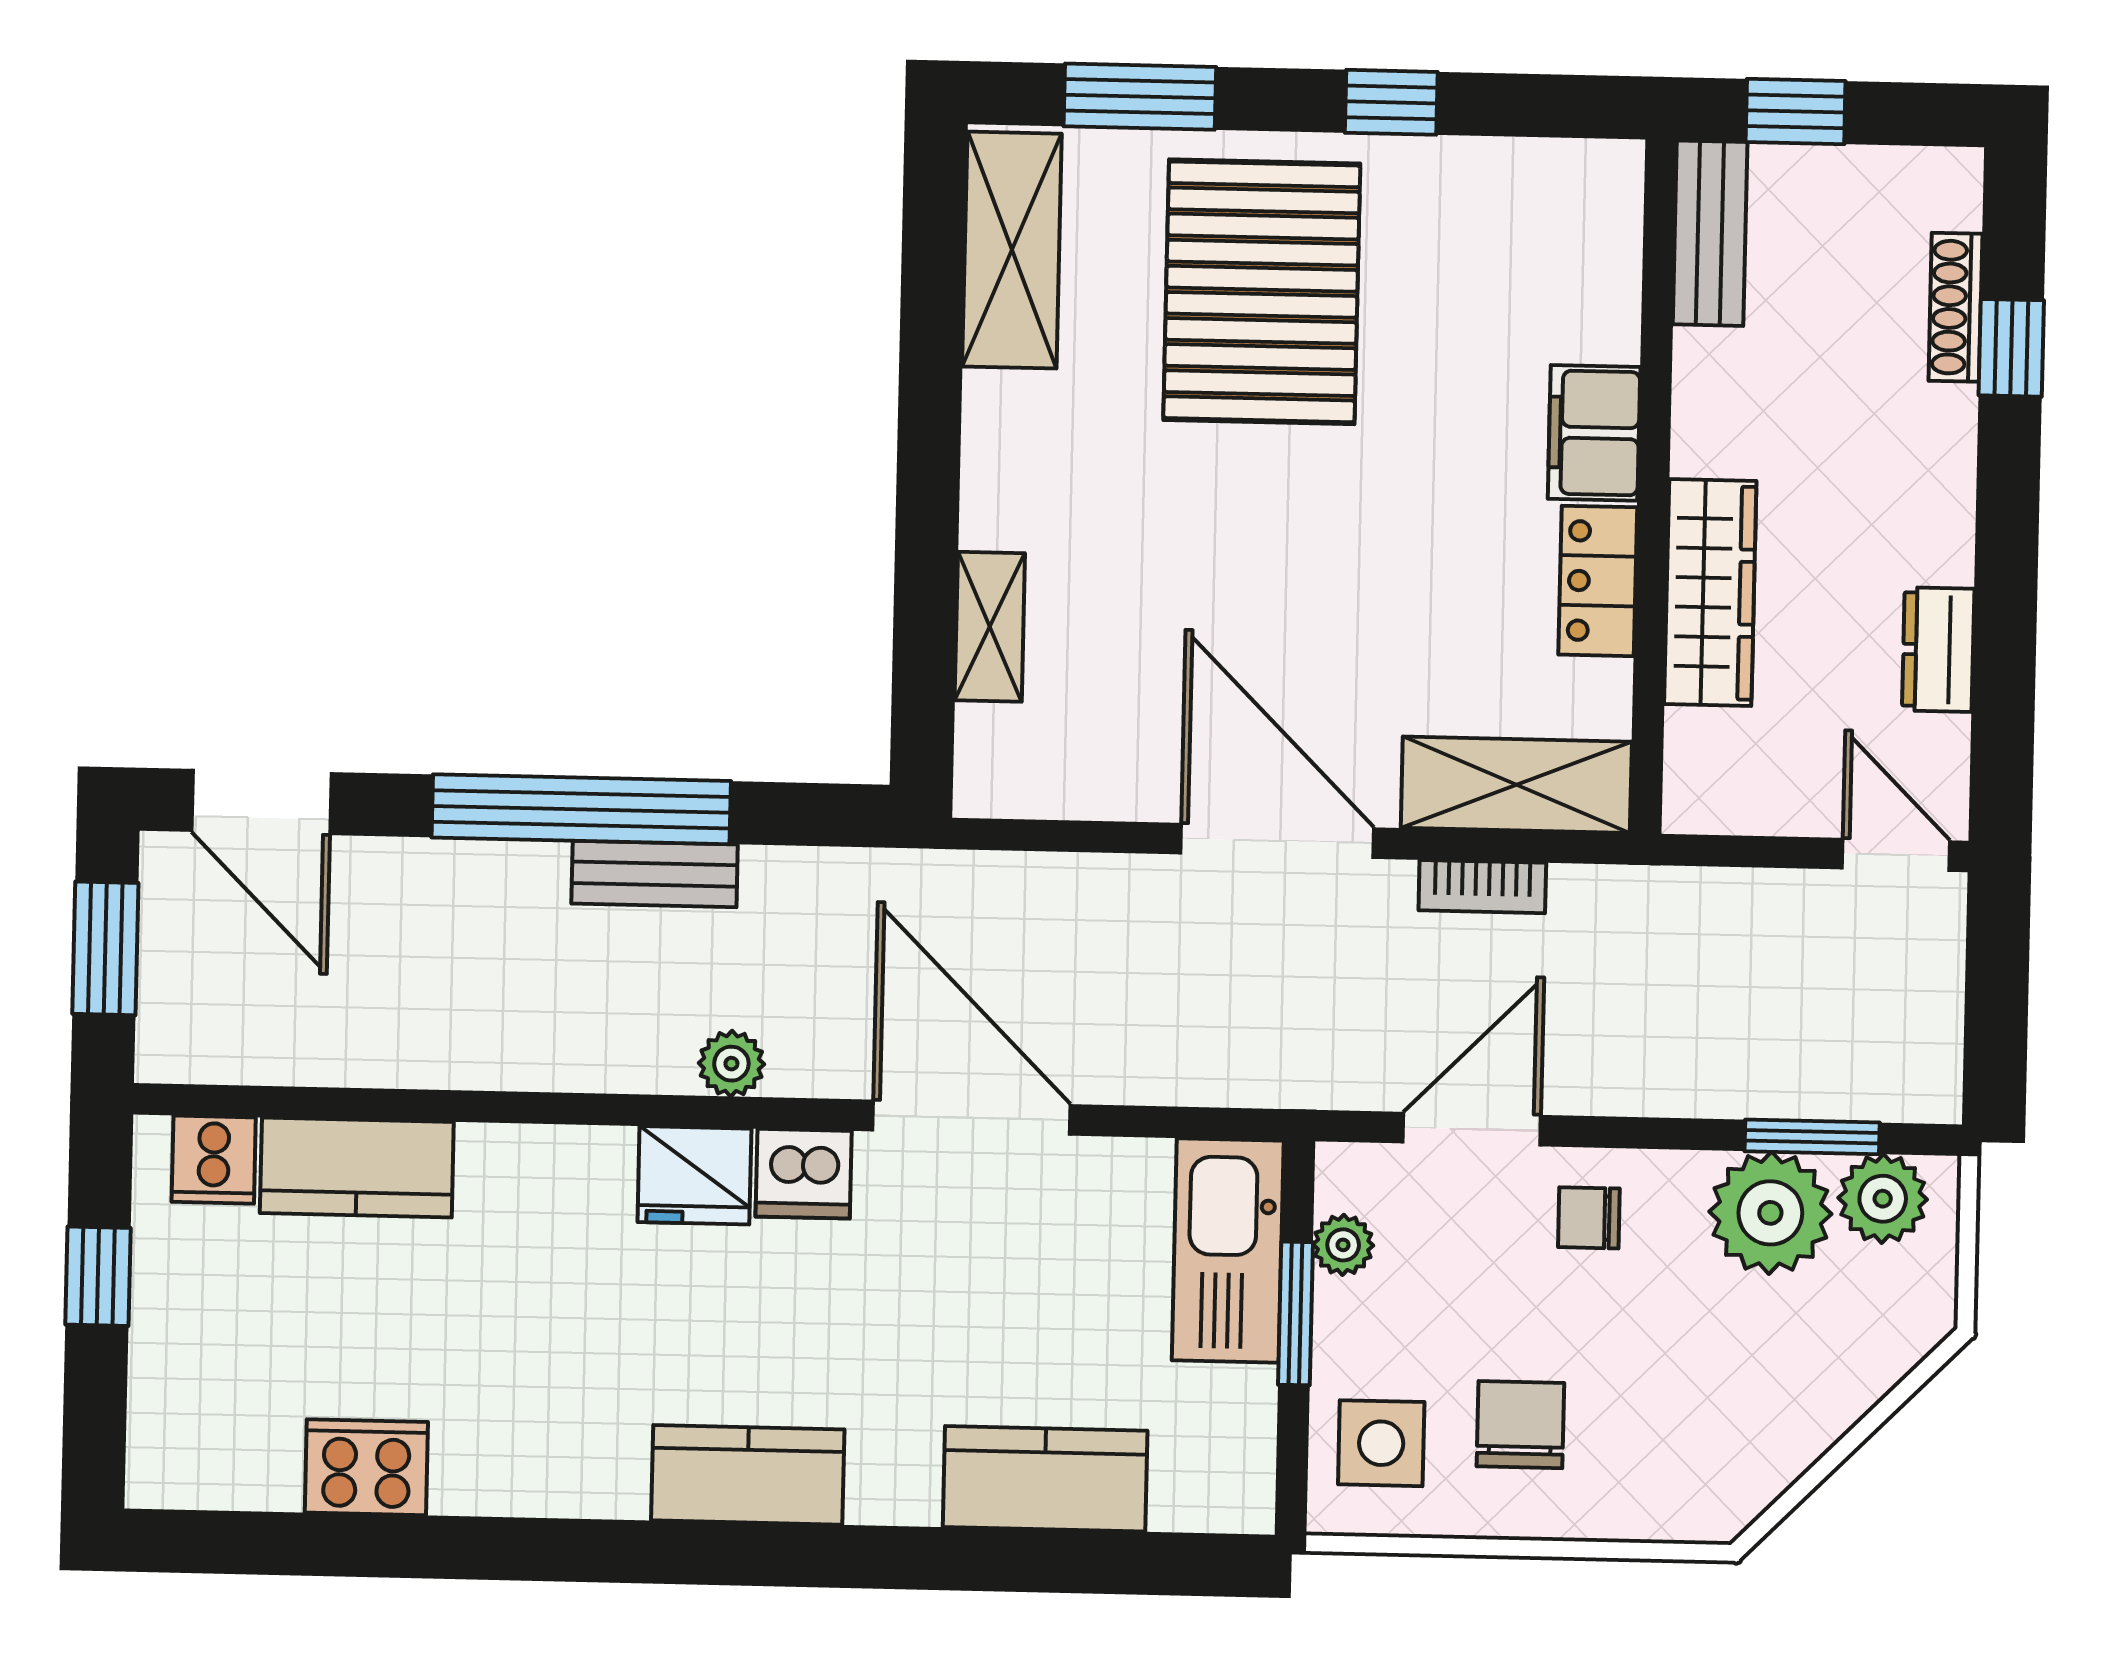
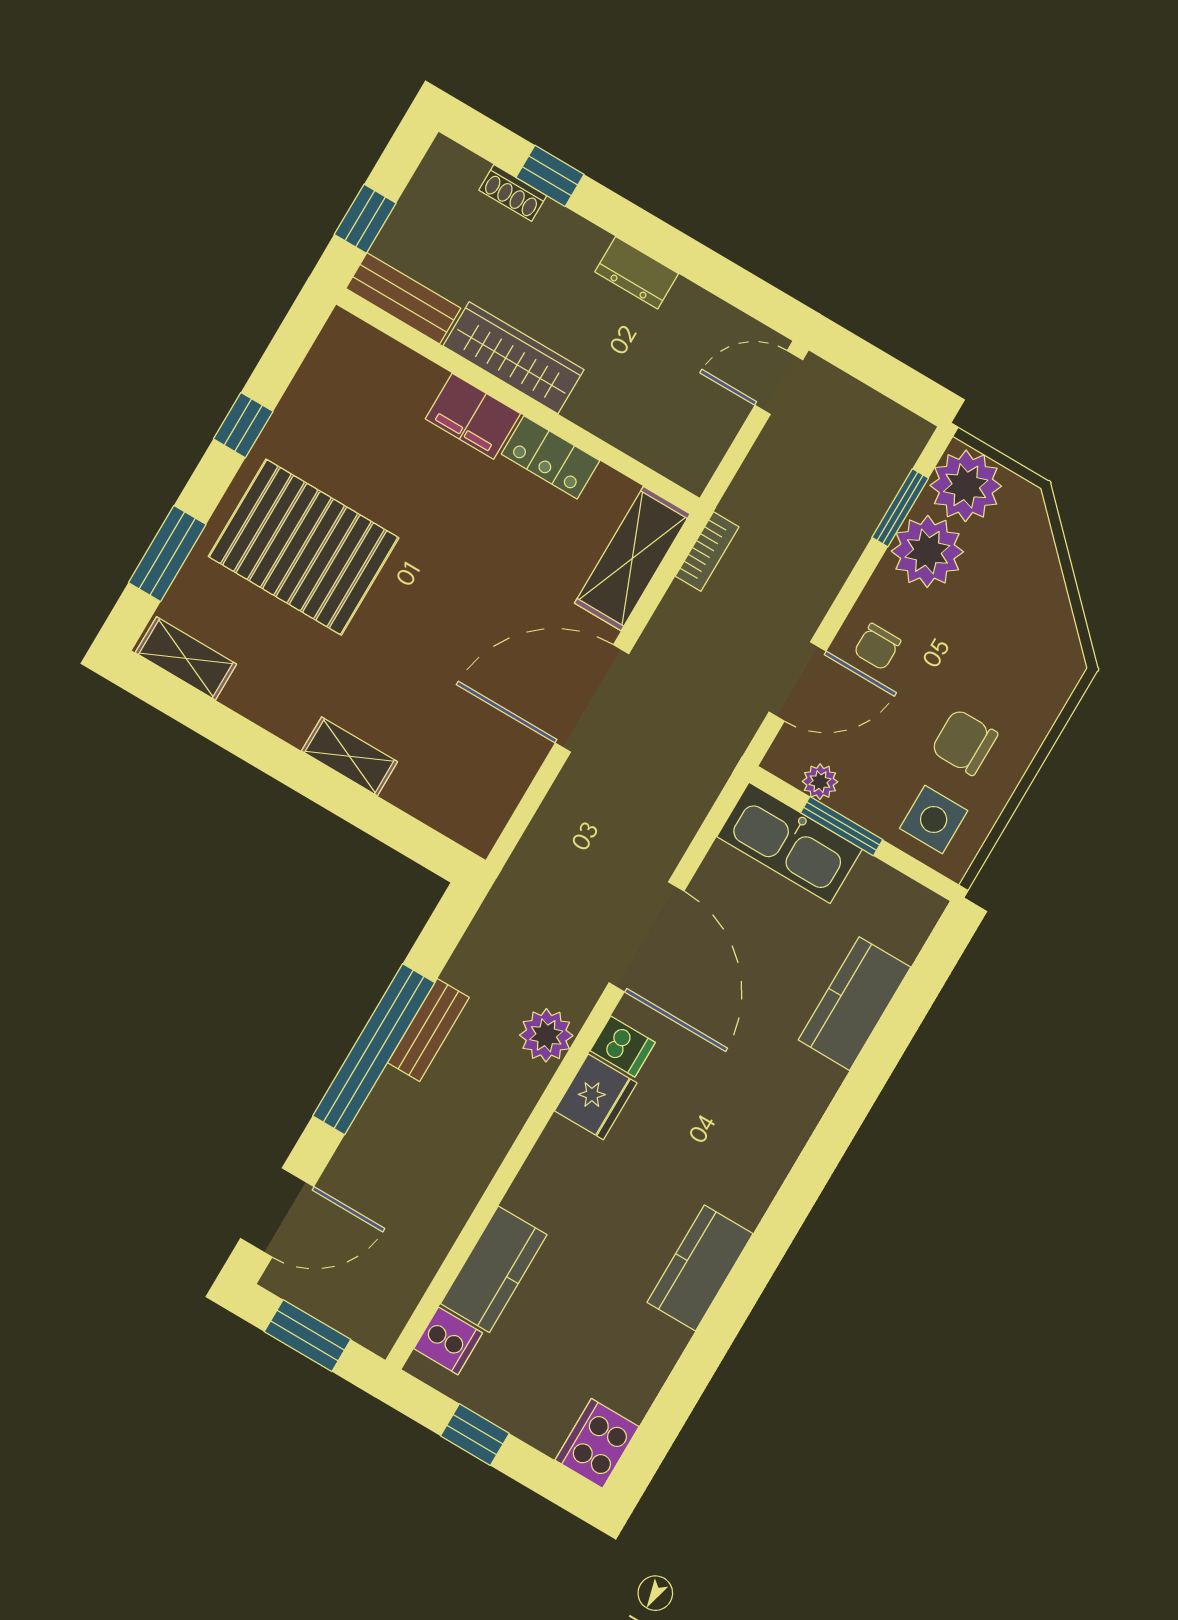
shelving: (1012, 250) -> (186, 658), width x0.67, depth x0.75
shoe rack: (1955, 307) -> (513, 193), width x0.70
wardrobe: (1710, 592) -> (514, 358), moved
shelving: (990, 627) -> (349, 756), moved
dresser: (1938, 650) -> (637, 273), moved
bookcase: (1482, 887) -> (707, 552), moved
plant: (731, 1064) -> (546, 1035), width x1.38, depth x1.38
door: (972, 1118) -> (646, 937), swing flipped
door: (1472, 1129) -> (797, 681), swing flipped
dishwasher: (804, 1174) -> (623, 1047), width x0.73
plant: (1883, 1199) -> (966, 486), width x1.36, depth x1.36
cooker: (366, 1467) -> (597, 1443), moved
kitchen counter: (748, 1475) -> (700, 1268), moved

